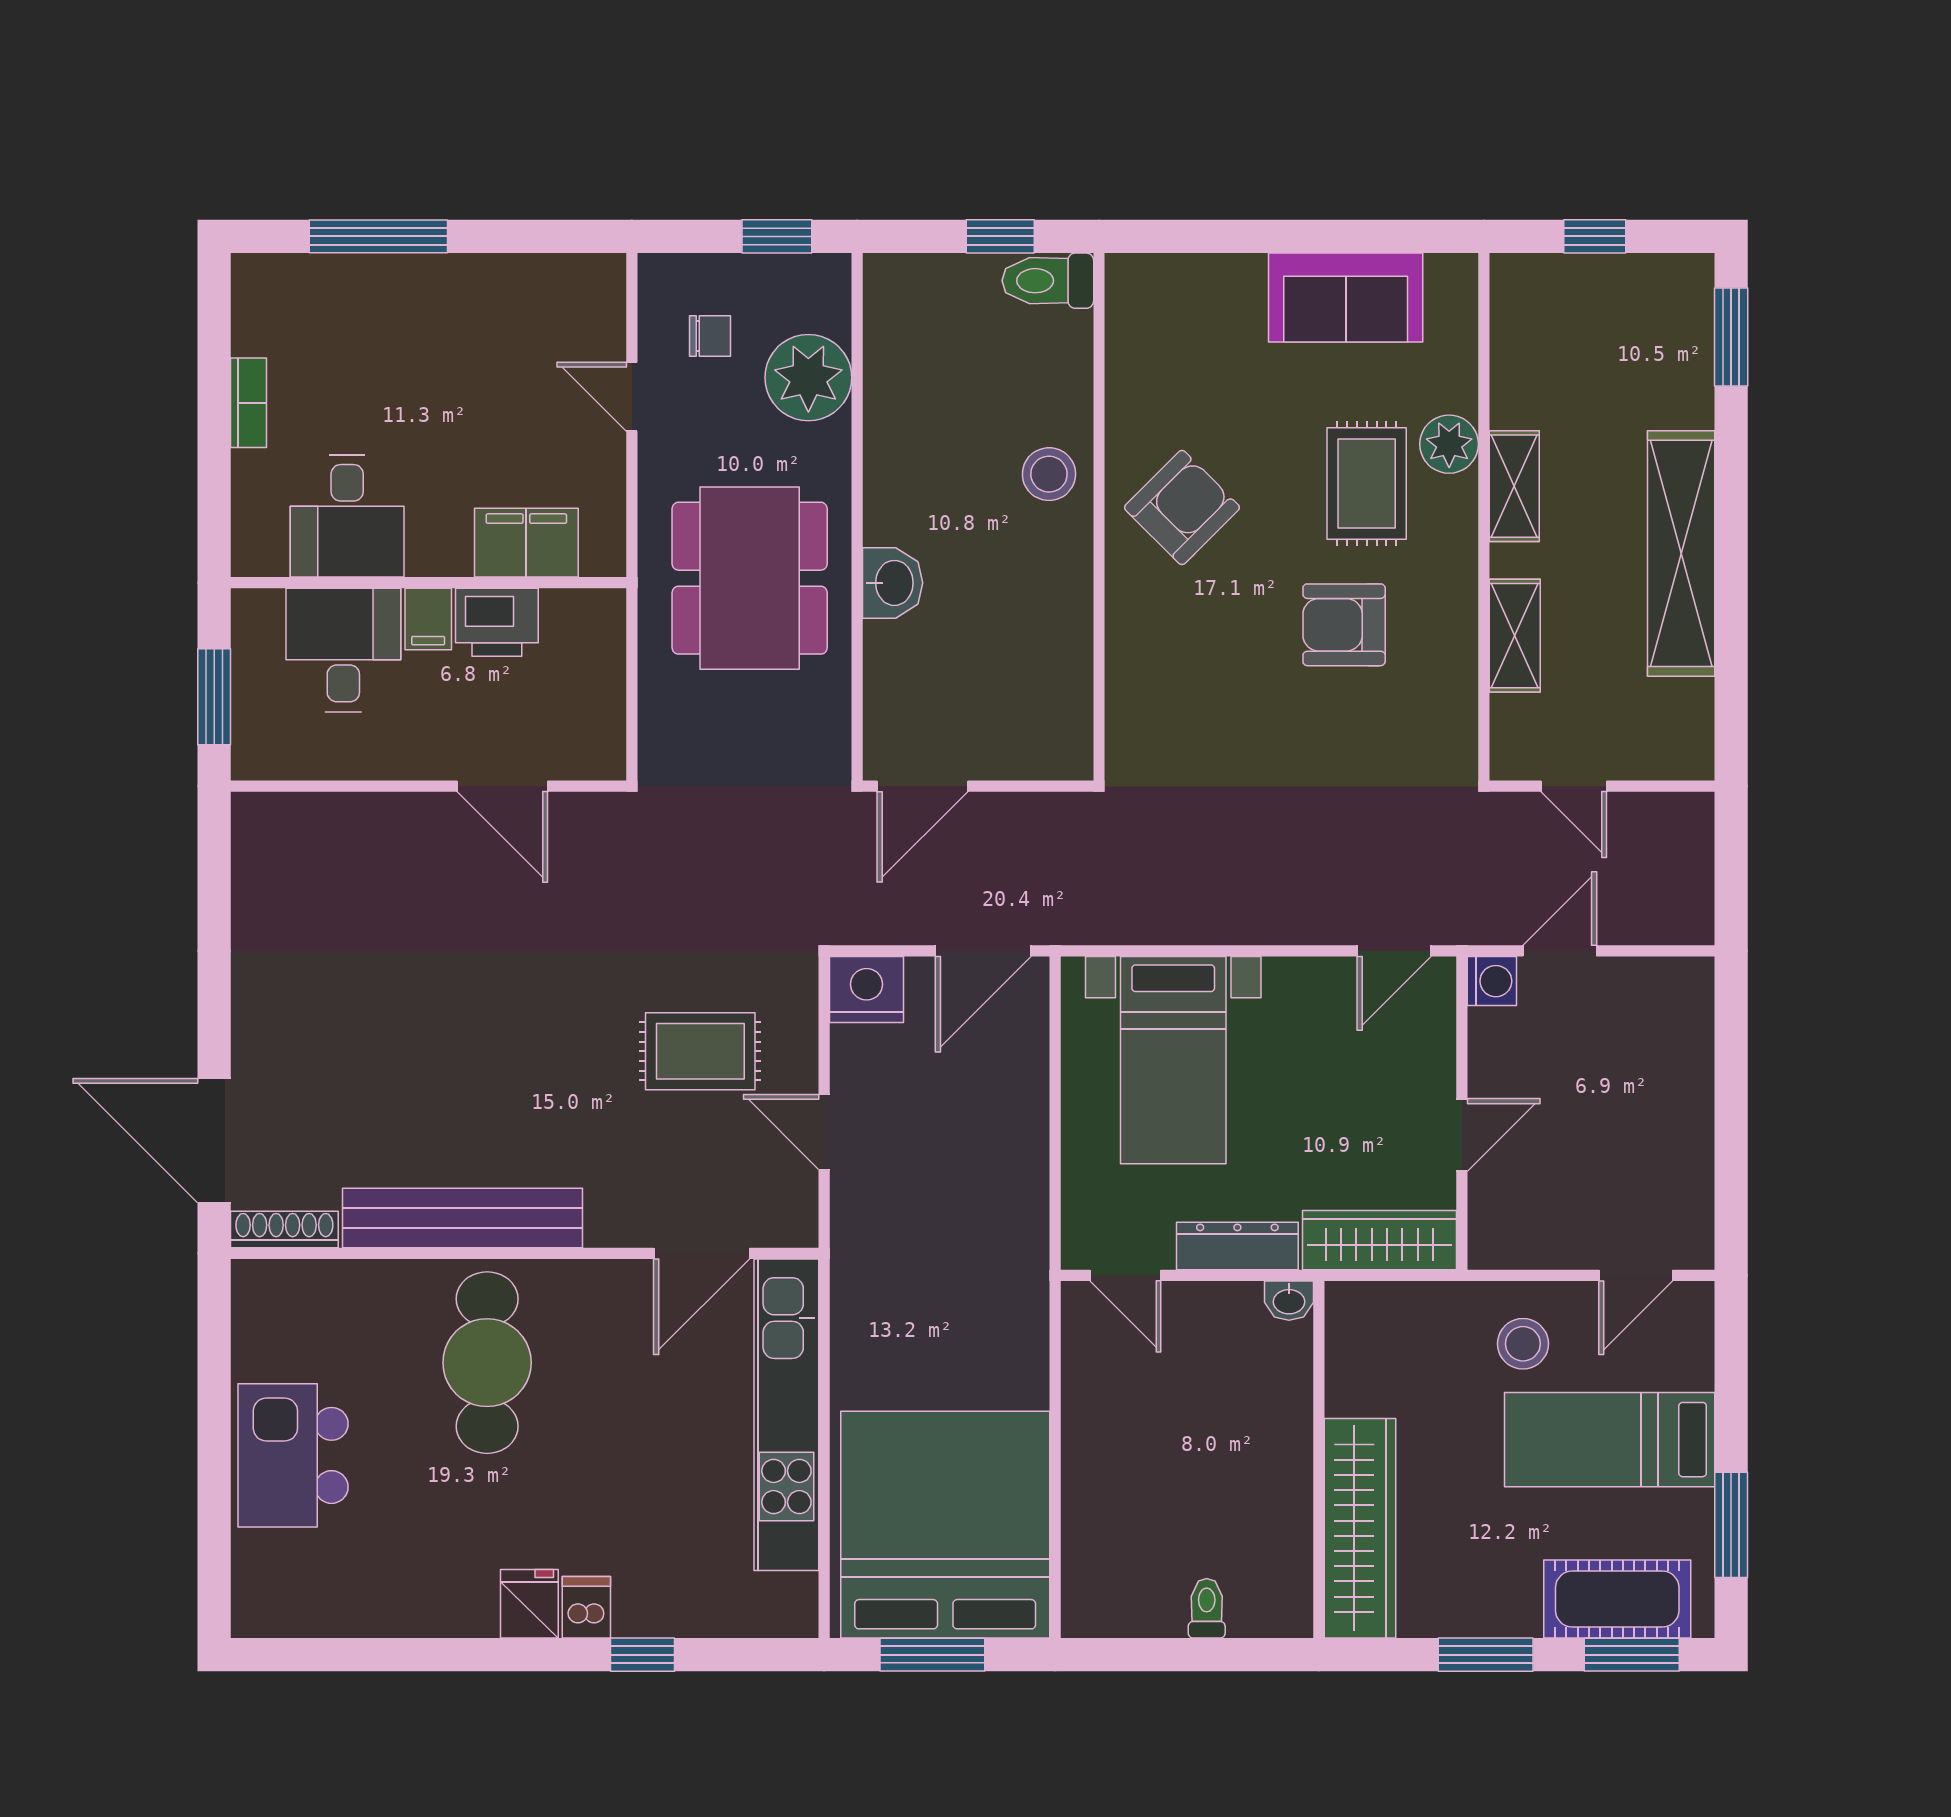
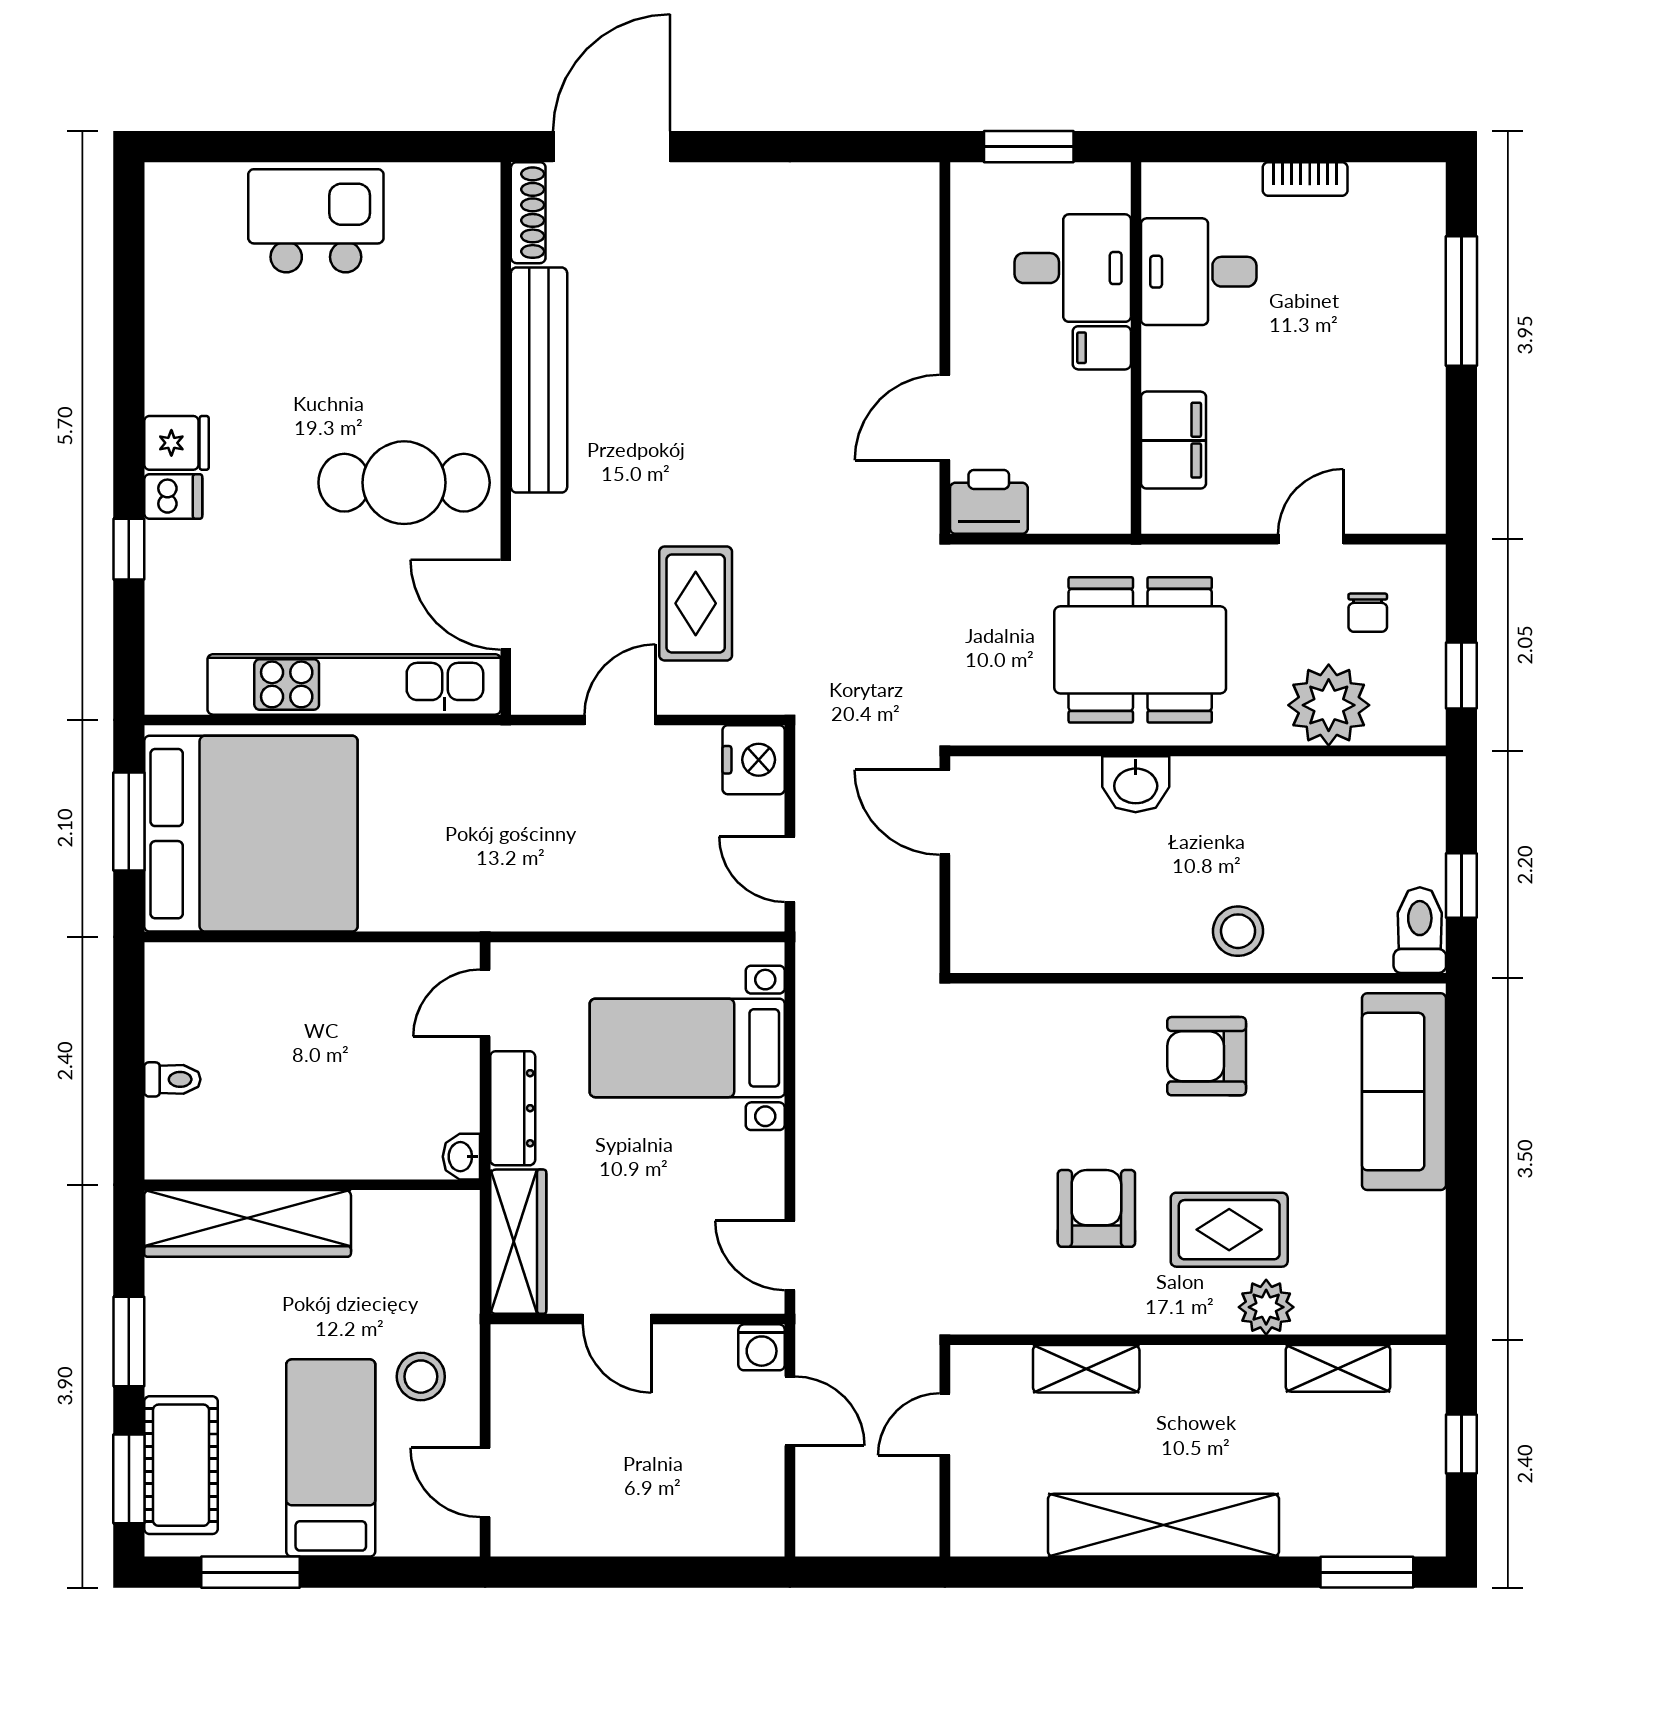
sofa: (1346, 297) -> (1404, 1092), moved, width x1.36
shelving: (1514, 486) -> (1338, 1368), moved
armchair: (1182, 508) -> (1207, 1056), turned 135
printer: (497, 622) -> (989, 502), moved, turned 90
door: (983, 951) -> (790, 869), width x0.73
cafe table: (487, 1363) -> (404, 483), moved

